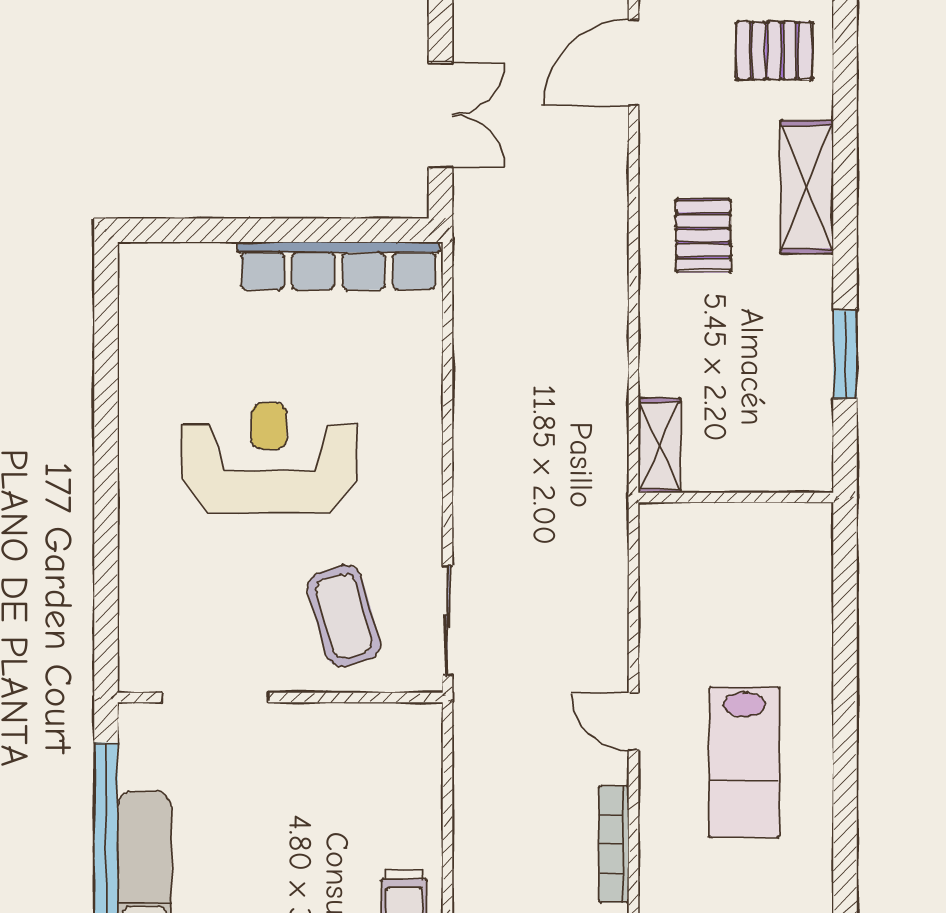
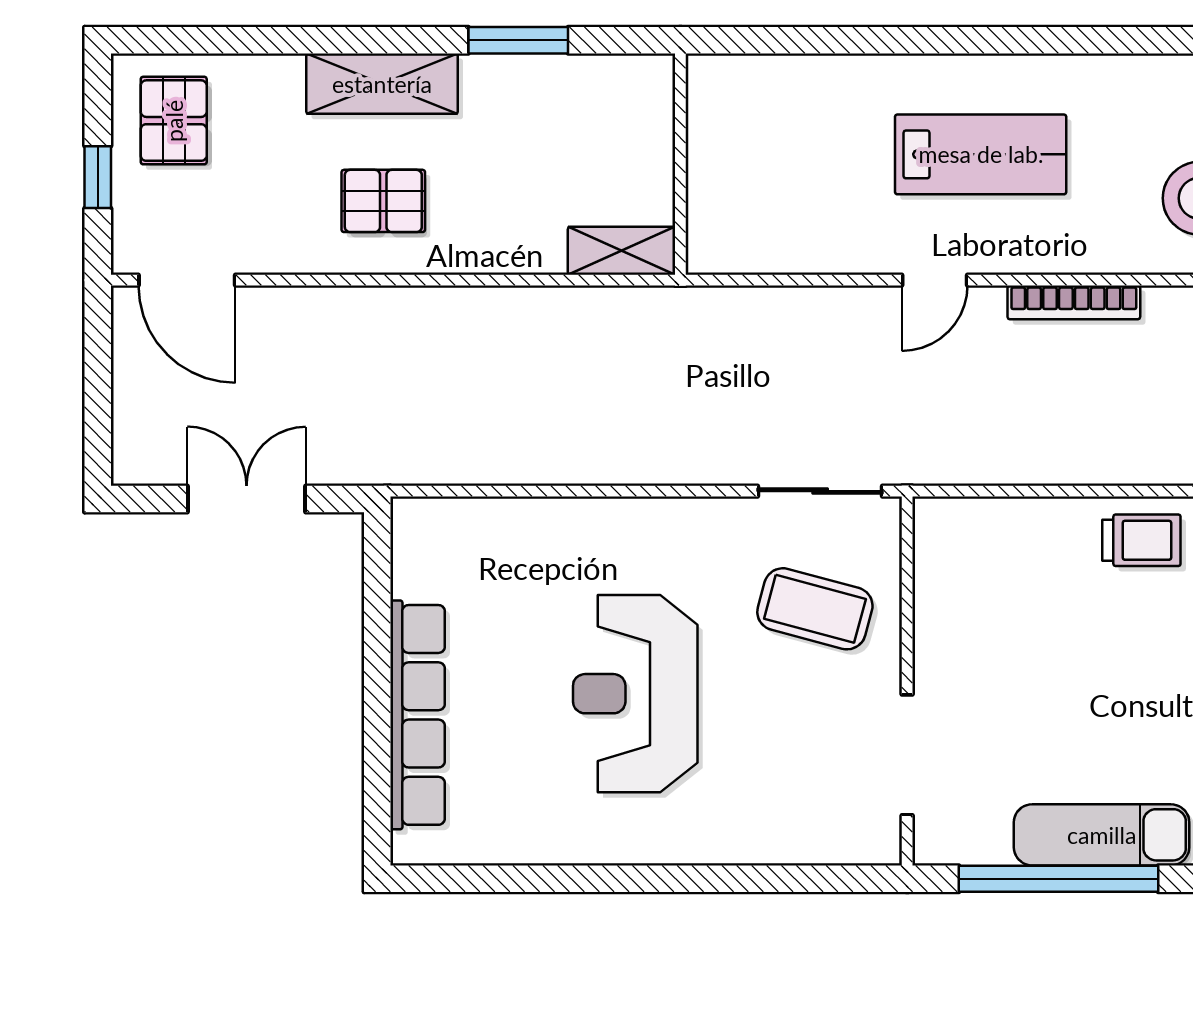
shelving: (807, 187) -> (382, 84), moved
row of seats: (338, 266) -> (418, 715), moved
coffee table: (344, 616) -> (815, 609), turned 31

